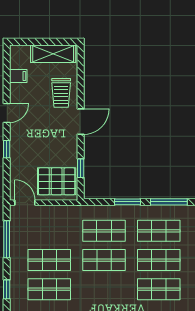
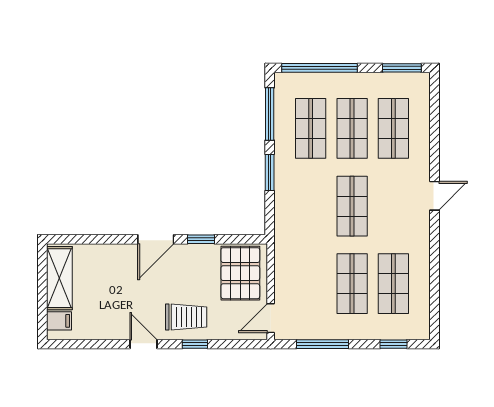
filing cabinet: (18, 76) -> (59, 321), moved, turned 90
trolley: (61, 93) -> (186, 317), moved
door: (81, 122) -> (156, 239), swing flipped
window: (81, 168) -> (201, 239), moved
shop shelf: (104, 231) -> (311, 206), removed

